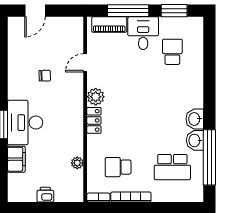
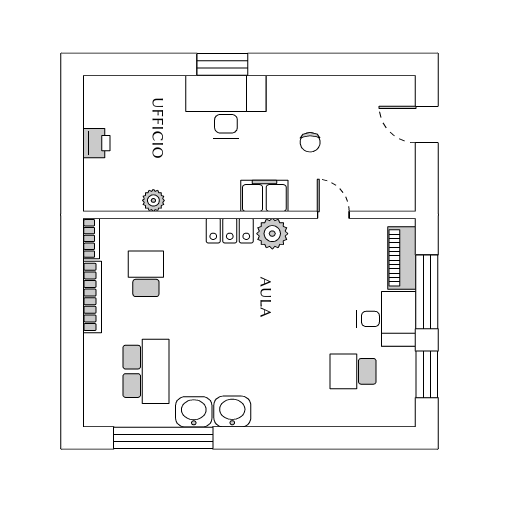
school desk: (172, 52) -> (353, 371), turned 180
filing cabinet: (16, 159) -> (264, 196), moved, turned 180
school desk: (172, 167) -> (146, 371), turned 180

